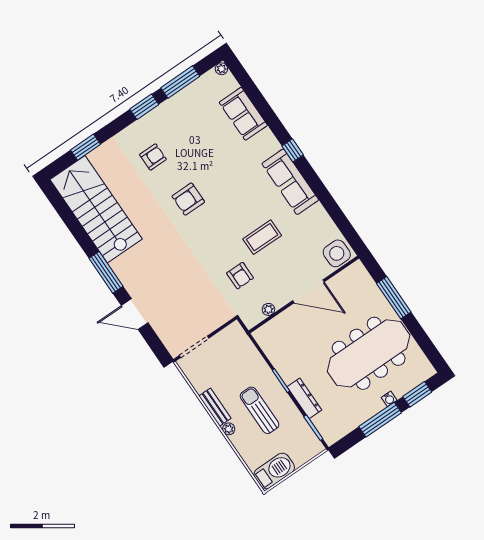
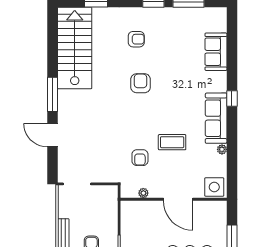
plant: (221, 69) -> (222, 149), moved
armchair: (188, 199) -> (141, 83), turned 90

